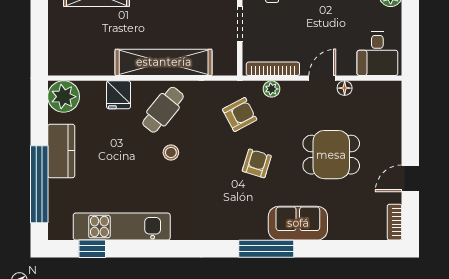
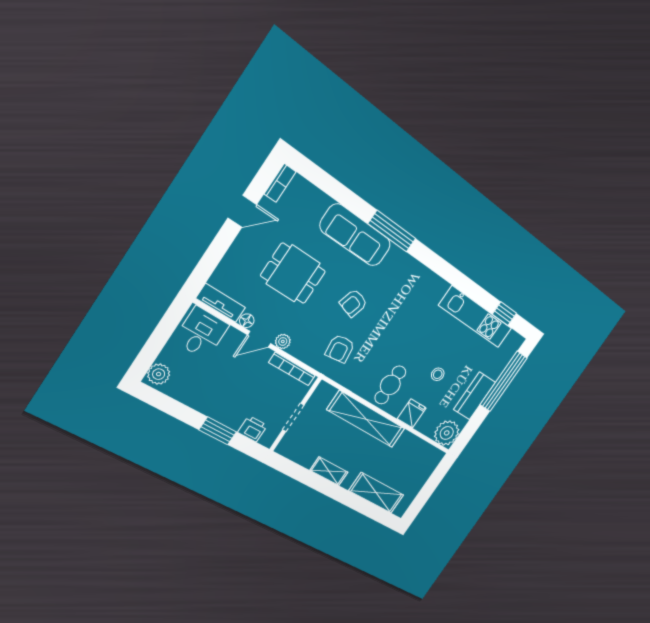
plant: (271, 89) -> (283, 342), moved
tv unit: (378, 90) -> (221, 303), added
cafe table: (163, 110) -> (390, 385), turned -39
armchair: (240, 114) -> (340, 349), turned -69
stool: (171, 152) -> (438, 374), moved
sofa: (298, 223) -> (355, 235), width x1.36

